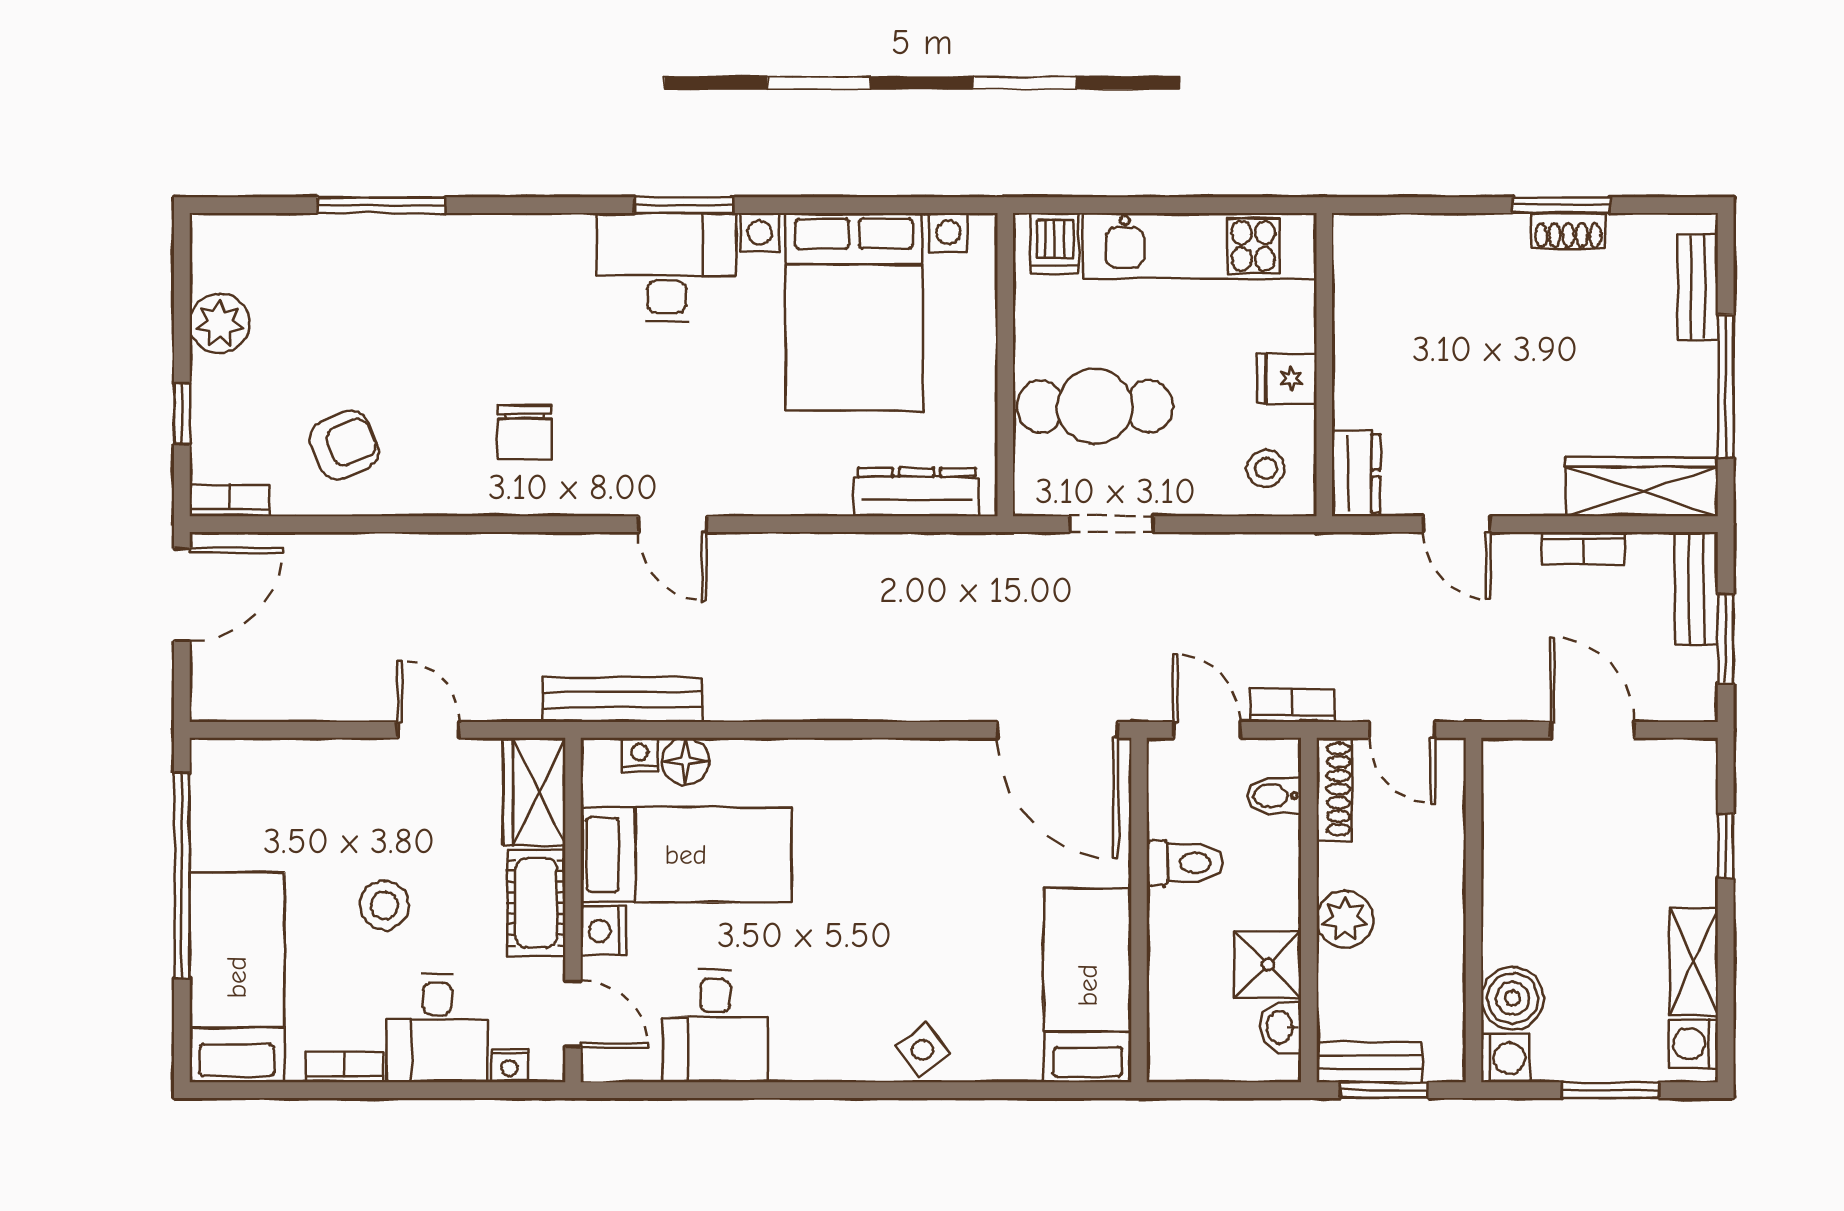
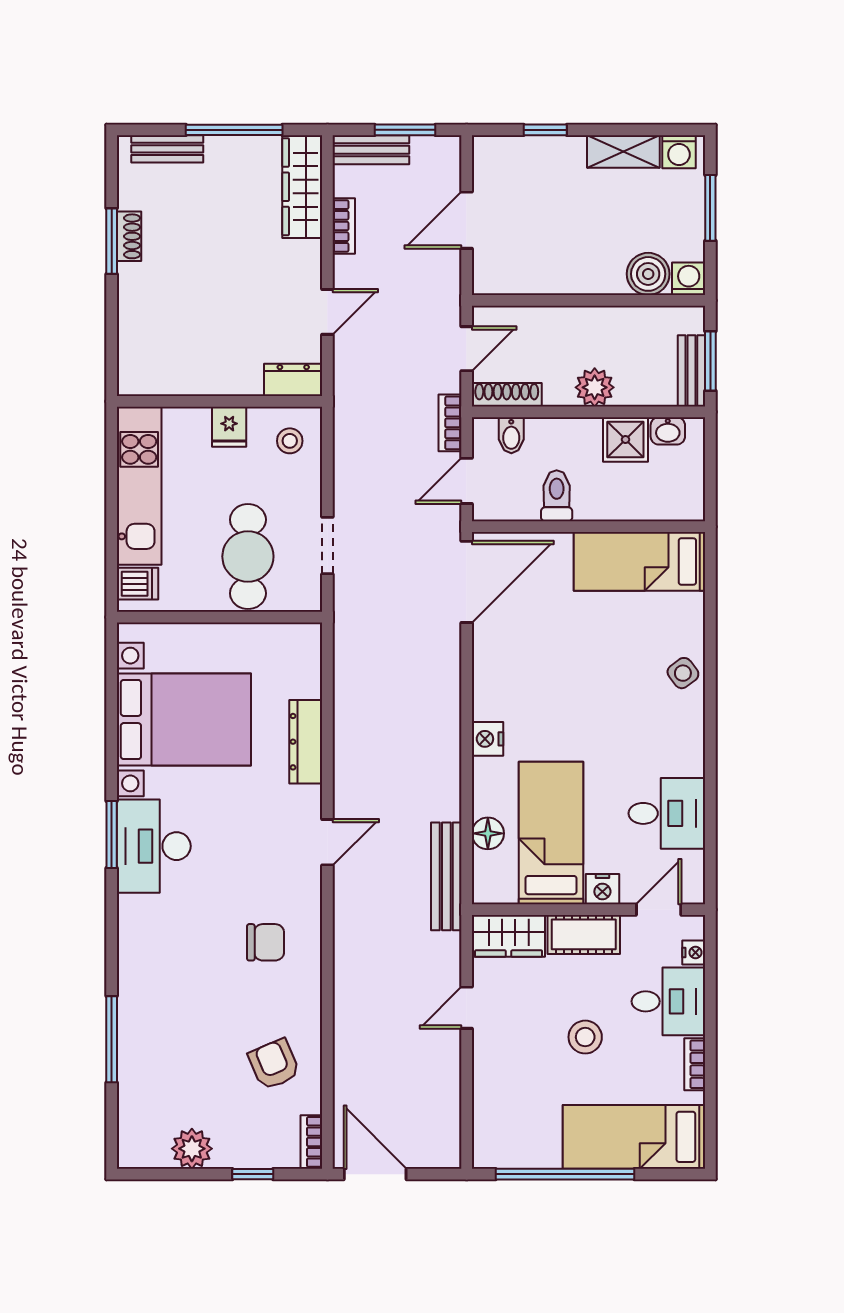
dresser: (917, 492) -> (306, 742), moved
nightstand: (640, 755) -> (487, 739), moved, width x1.39, depth x1.35

